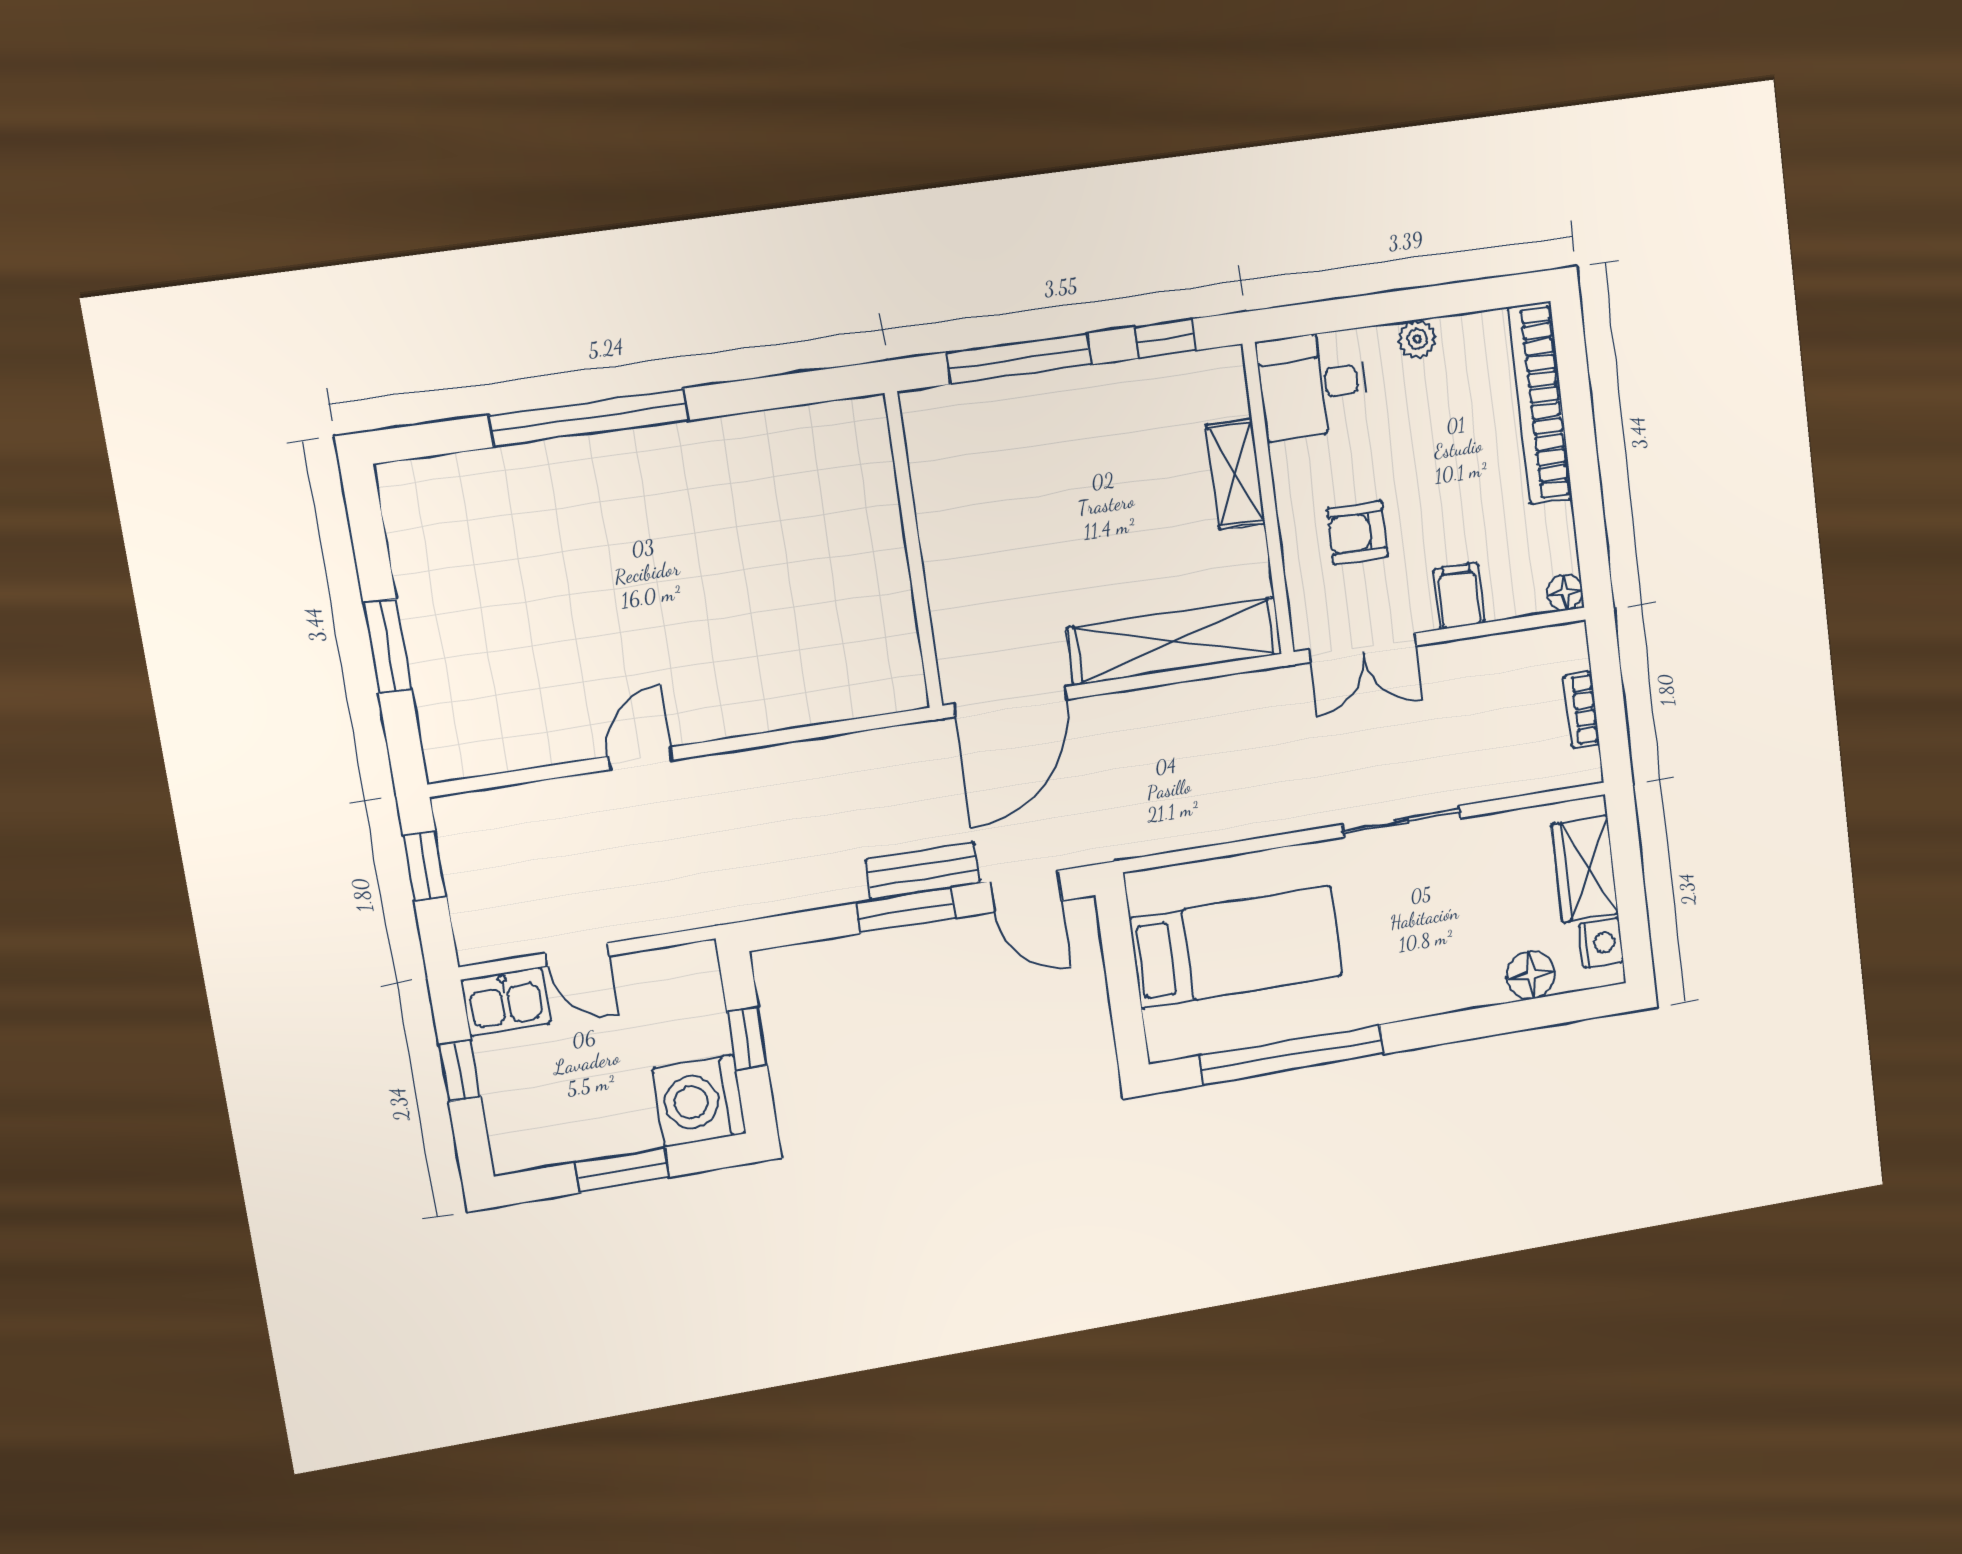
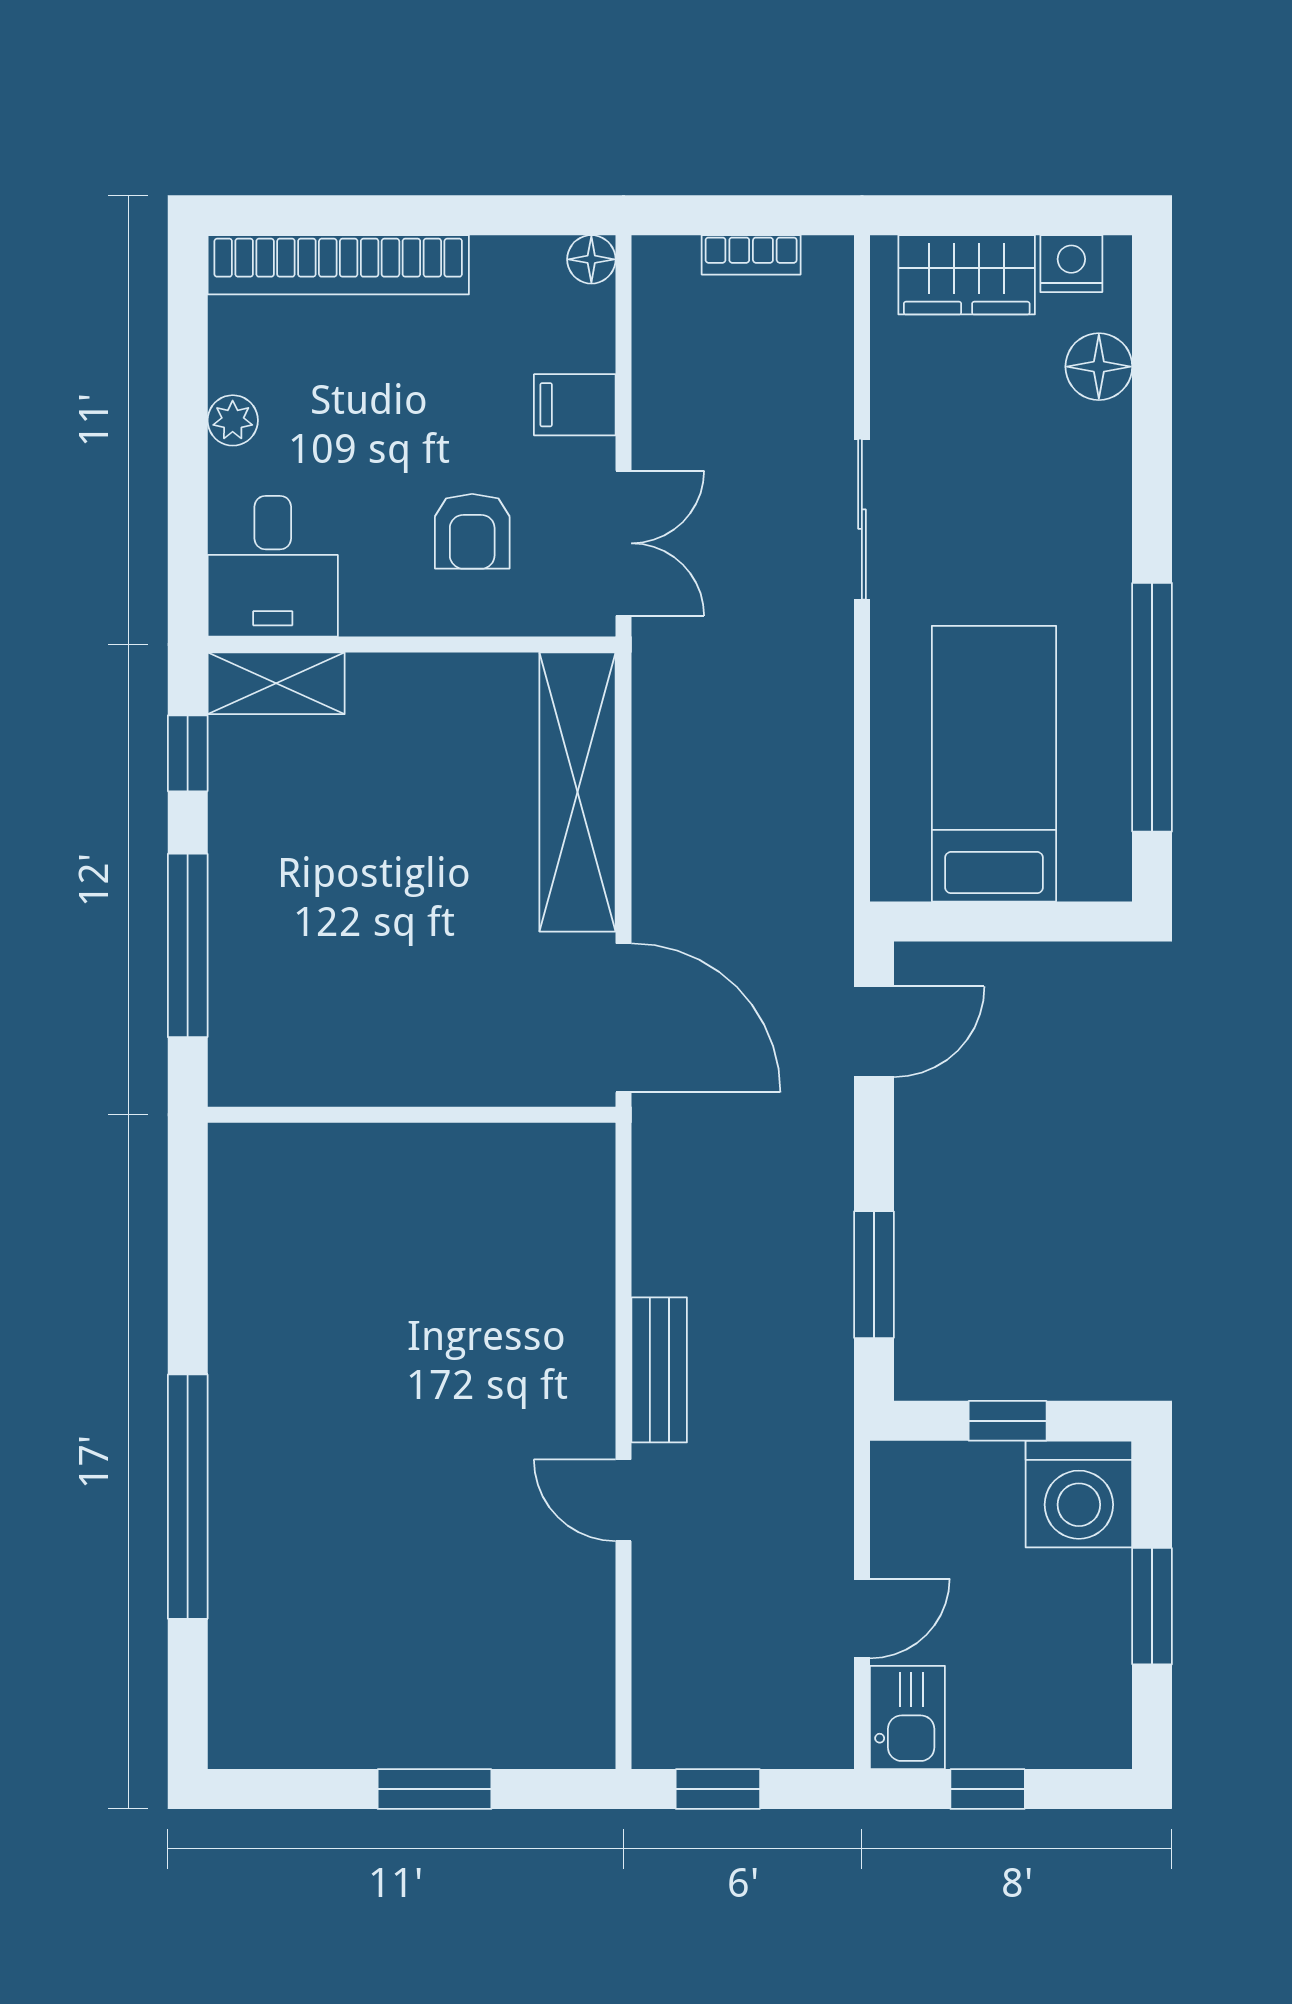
shelving: (1236, 474) -> (276, 683), moved
bench: (923, 871) -> (659, 1370), moved
window: (905, 911) -> (874, 1275), moved

